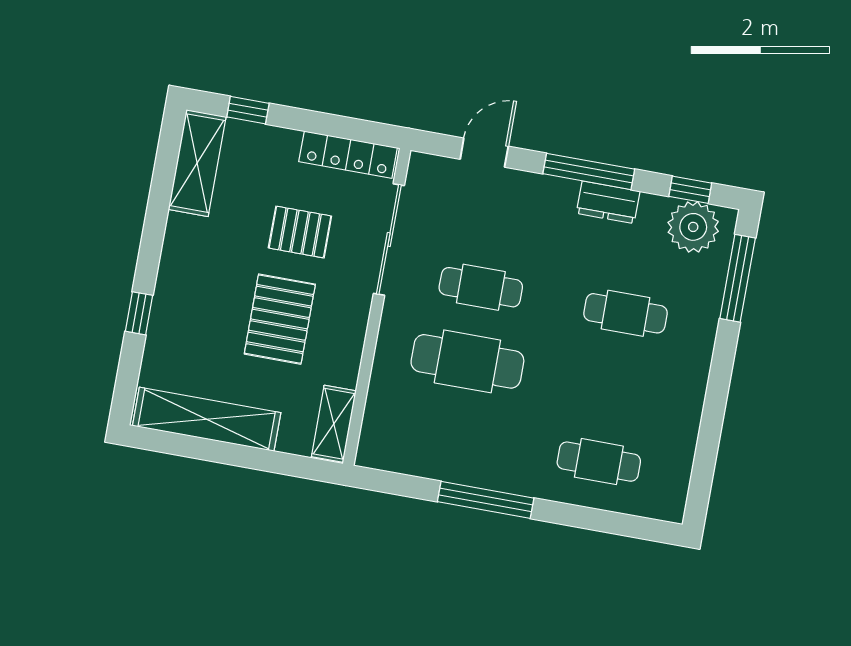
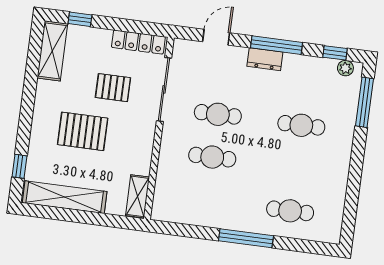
dresser: (608, 202) -> (265, 59), moved
plant: (693, 227) -> (345, 68), width x0.53, depth x0.53
window: (139, 313) -> (19, 166), moved
pallet: (280, 319) -> (83, 131), moved, turned 90
cafe table: (467, 361) -> (212, 157), width x0.73, depth x0.74
window: (486, 500) -> (246, 238), moved

